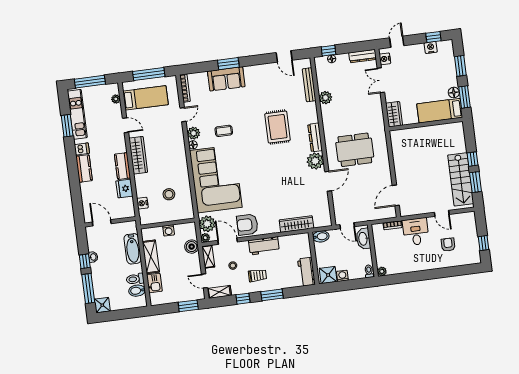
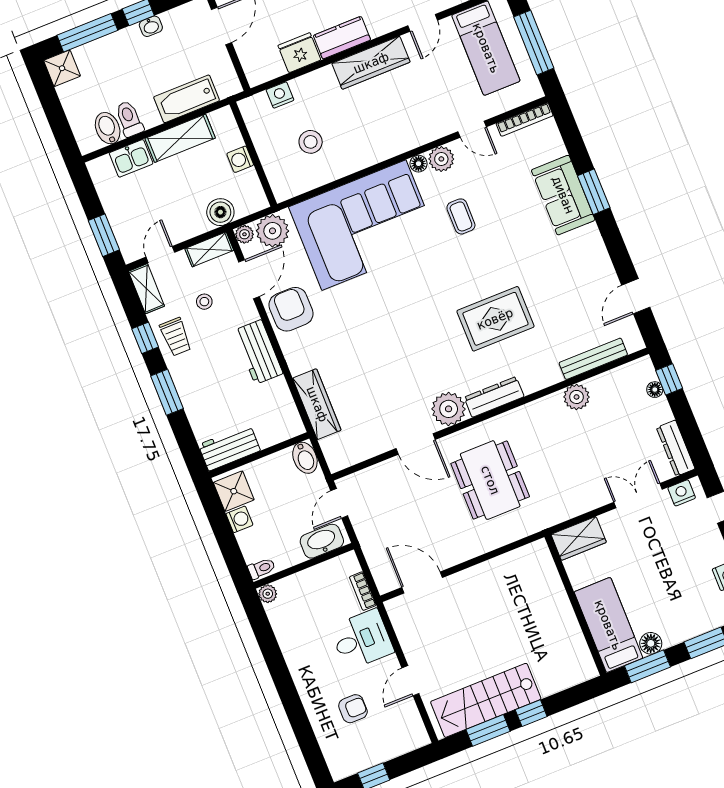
trolley: (257, 275) -> (176, 337), moved

